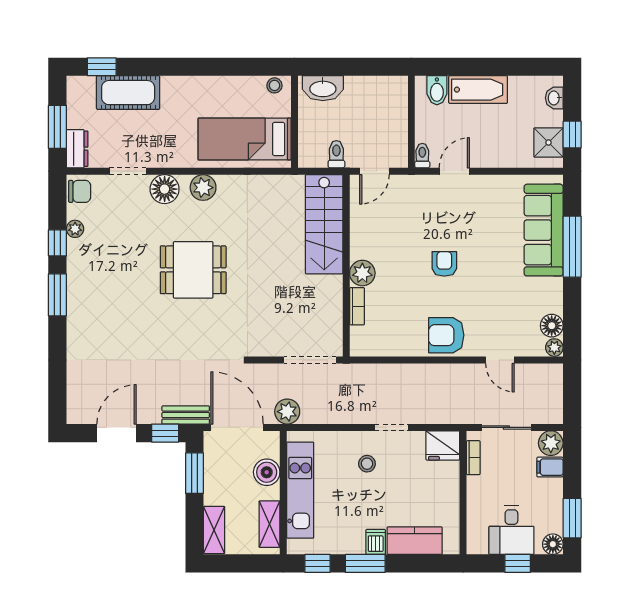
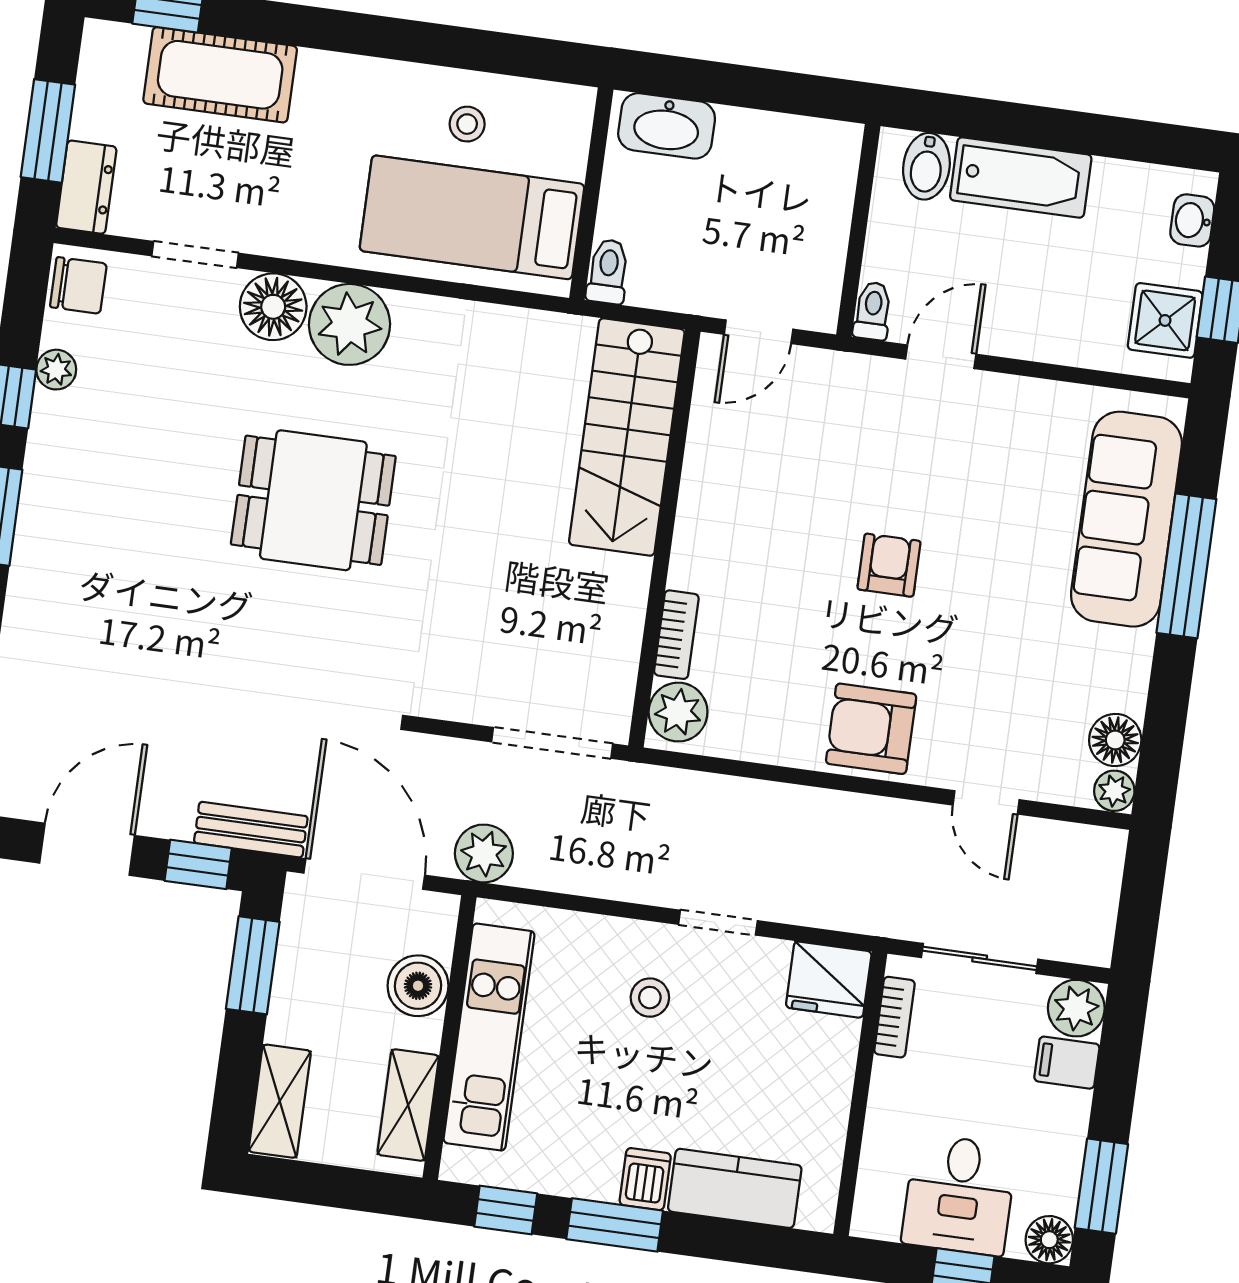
stool: (274, 85) -> (467, 124), moved
toilet: (336, 154) -> (608, 272), moved
plant: (203, 188) -> (349, 324), width x1.36, depth x1.36
plant: (362, 273) -> (678, 712), moved

